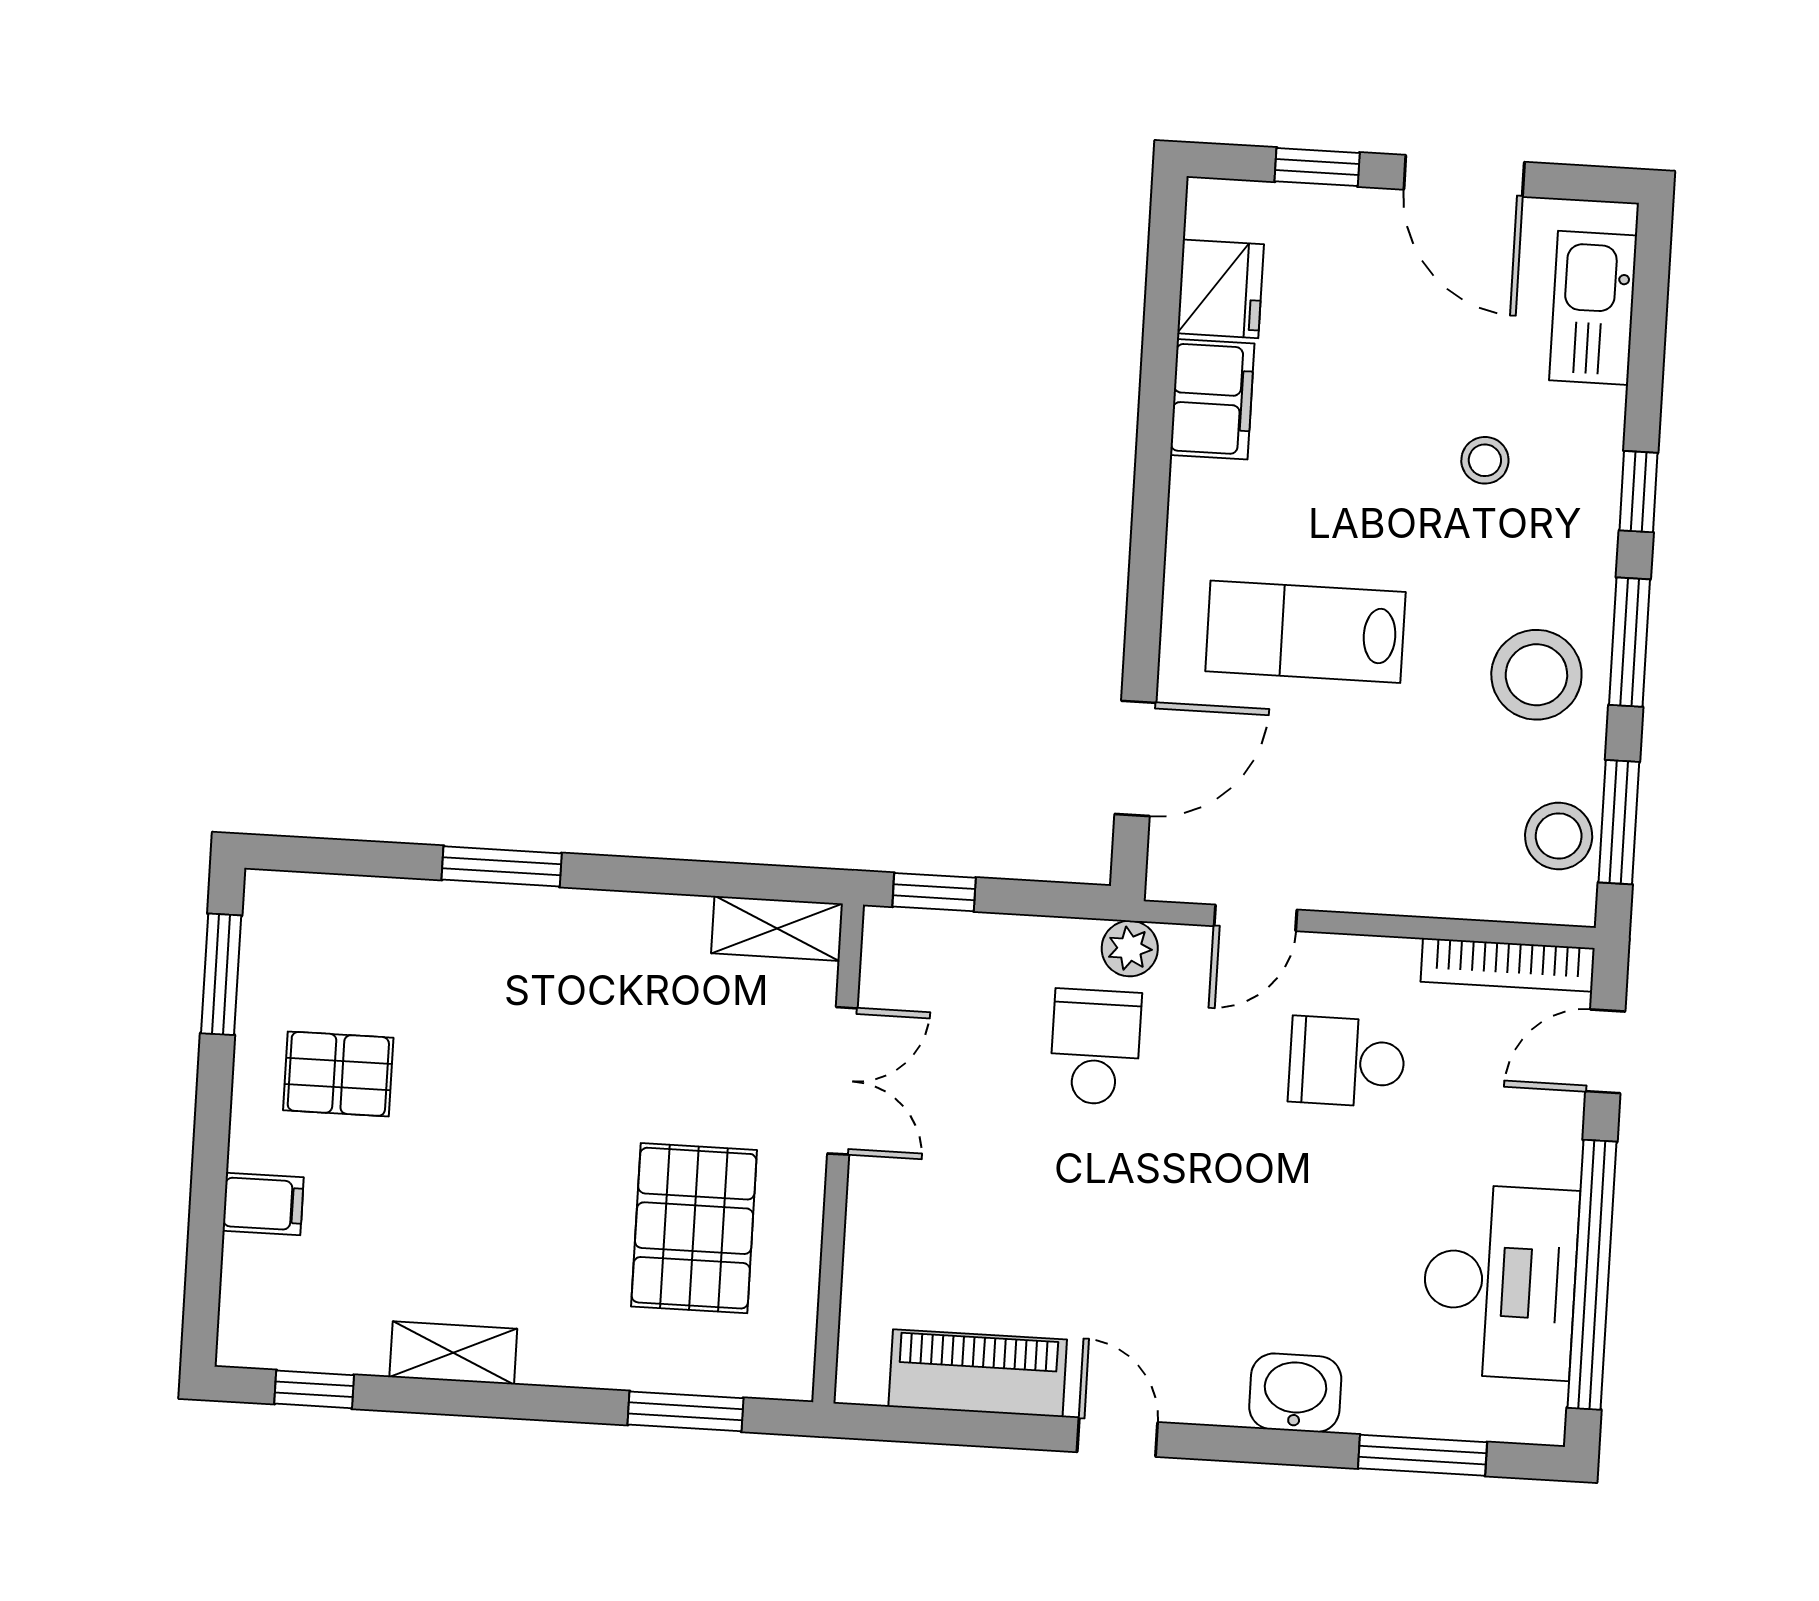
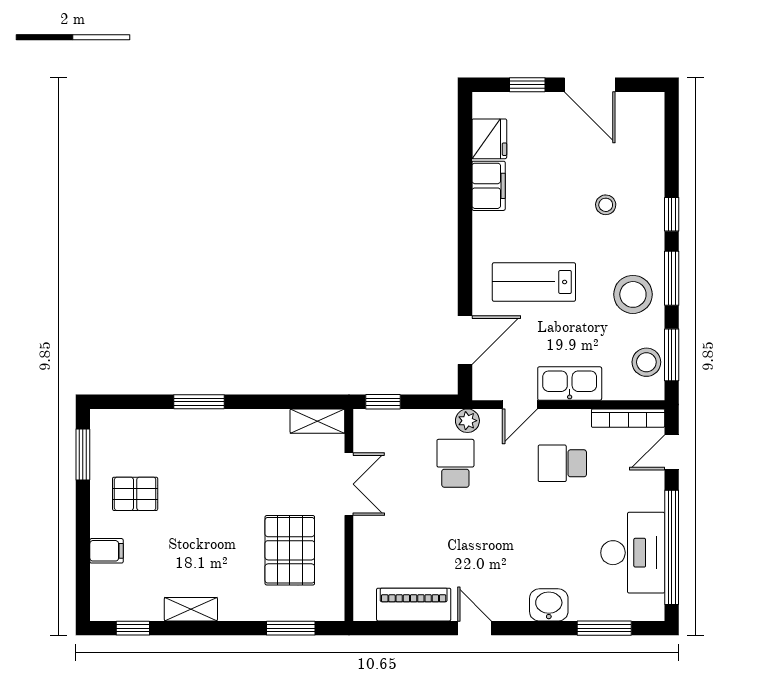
kitchen sink: (1593, 308) -> (570, 384), moved, turned 90

